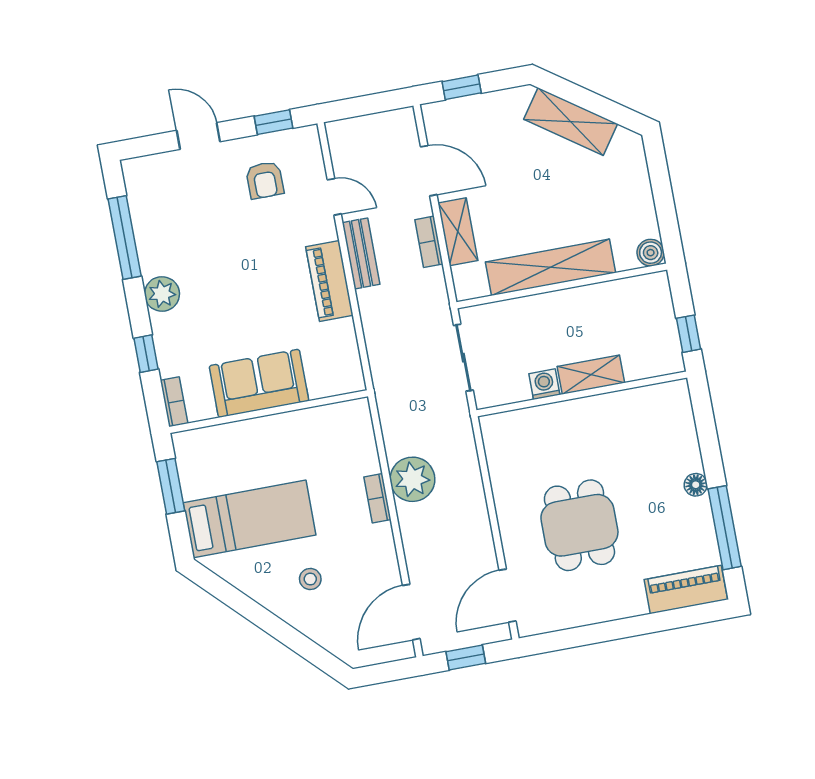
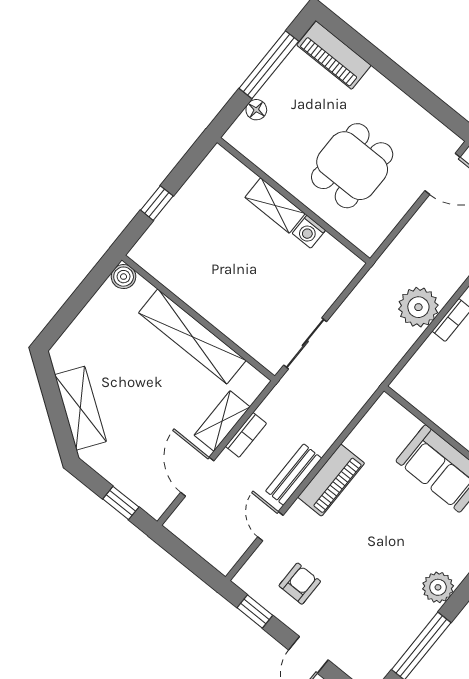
shelving: (591, 375) -> (275, 205), moved
washing machine: (544, 384) -> (309, 232), moved
wall: (582, 394) -> (294, 200), moved

